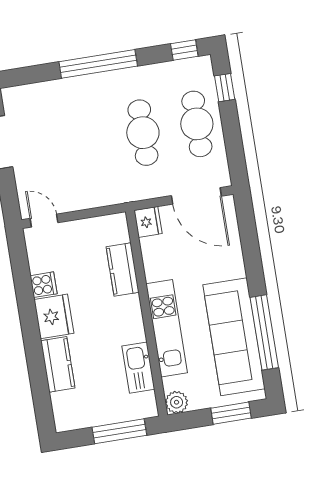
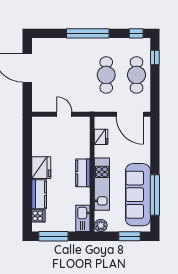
door: (44, 221) -> (64, 114), moved
fridge: (148, 222) -> (101, 137), moved
kitchen counter: (123, 269) -> (83, 173), moved
cooker: (44, 285) -> (38, 216), moved
kitchen sink: (138, 368) -> (83, 218), moved
window: (119, 431) -> (53, 236), moved

